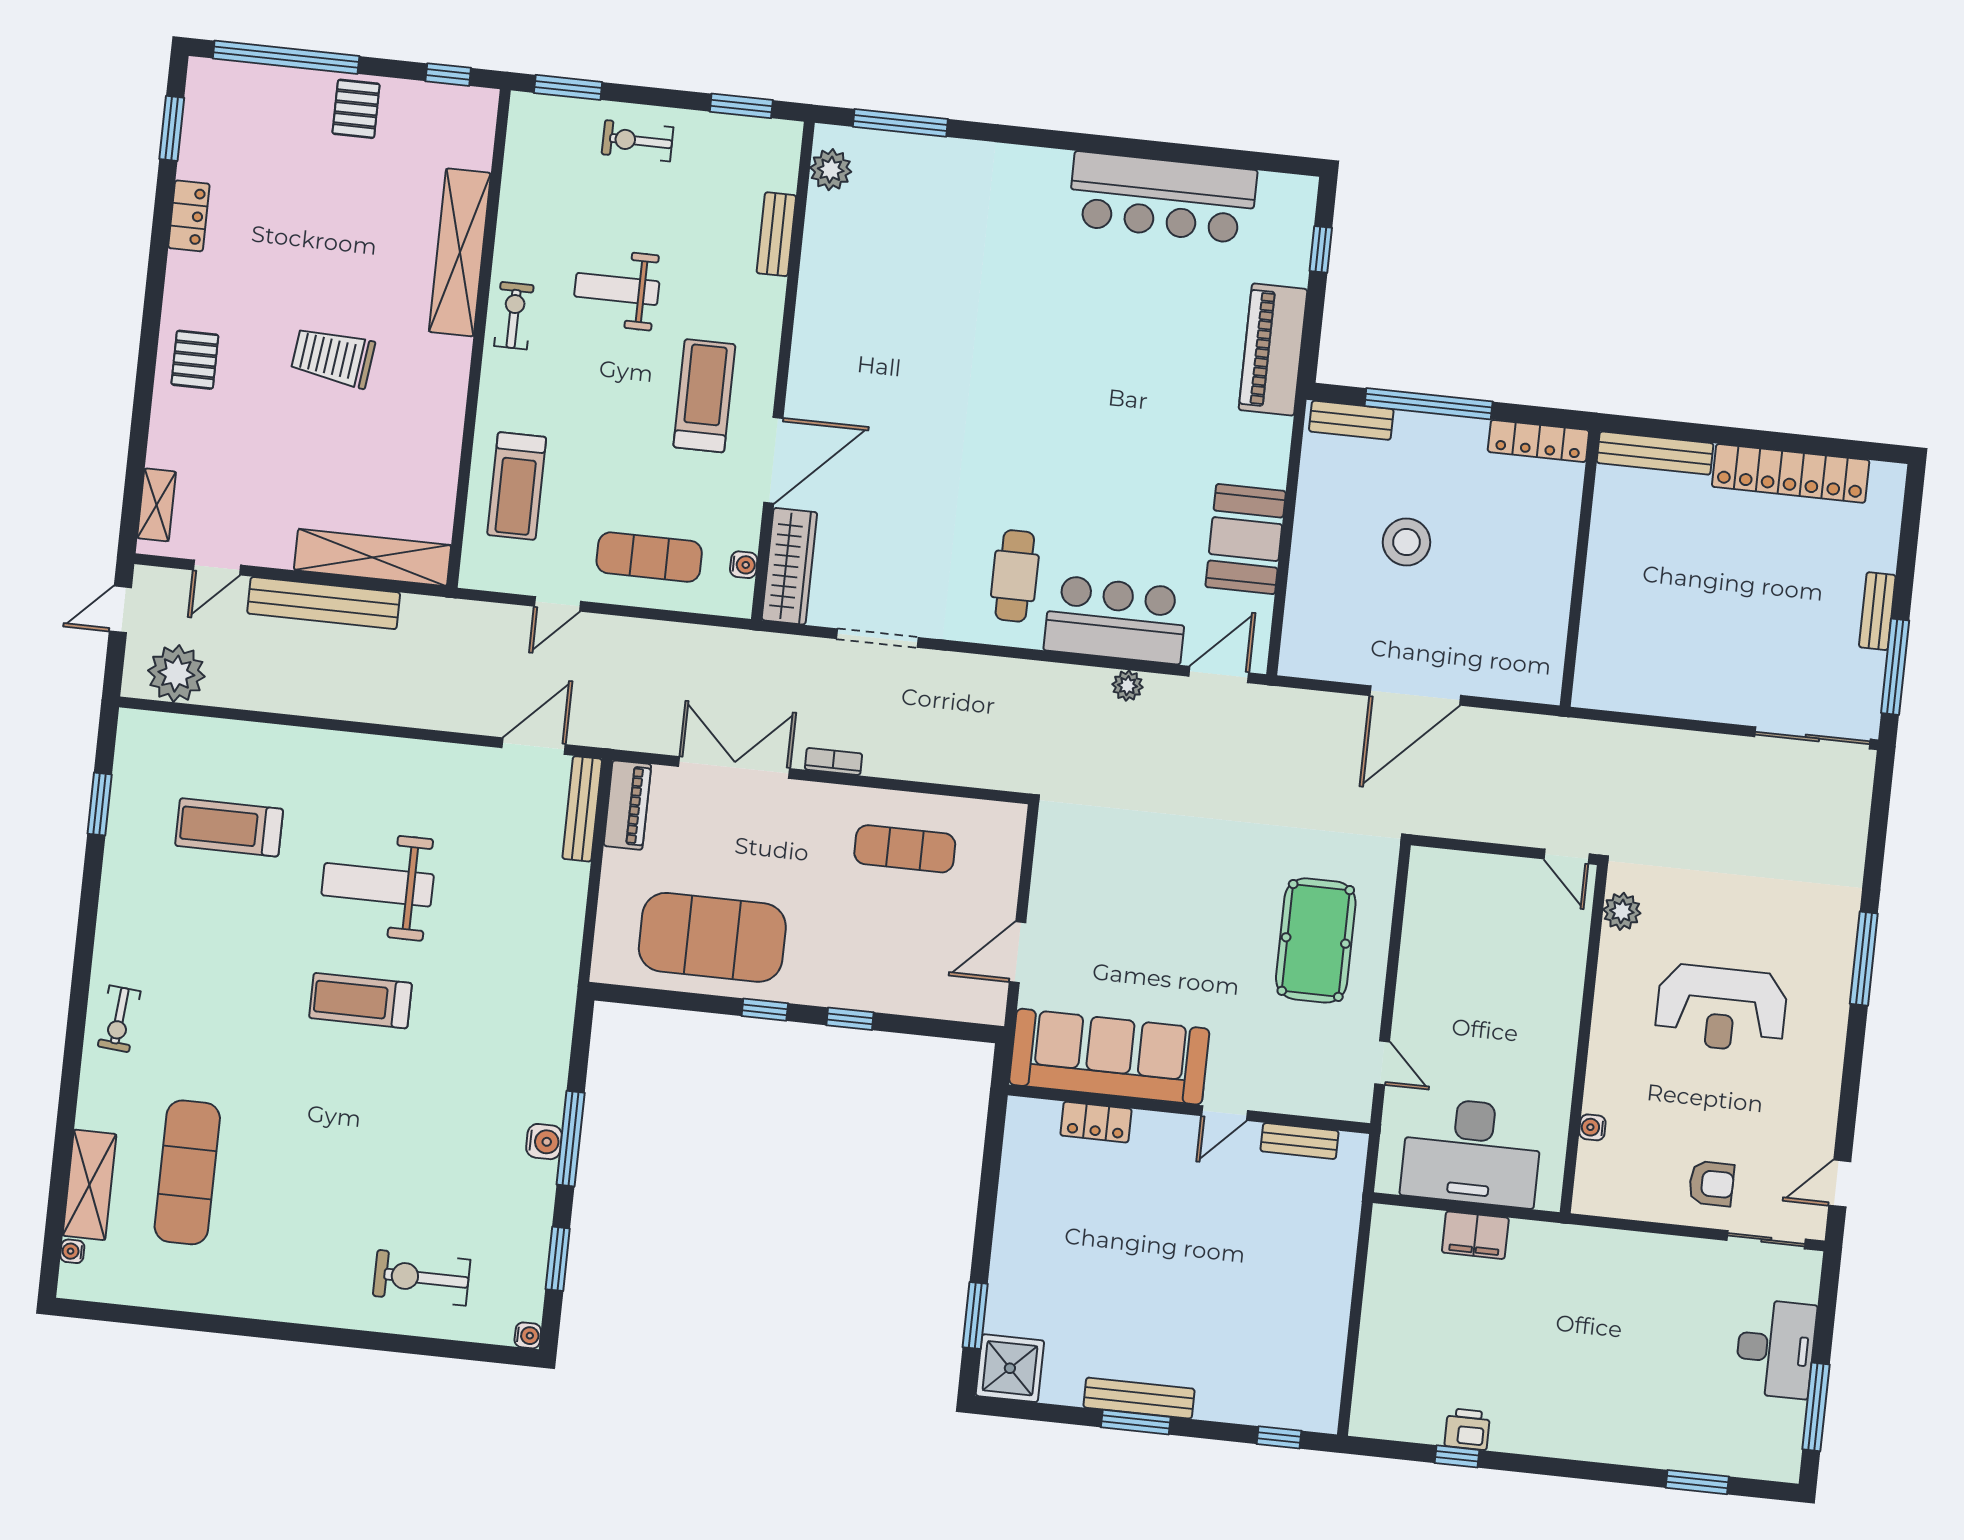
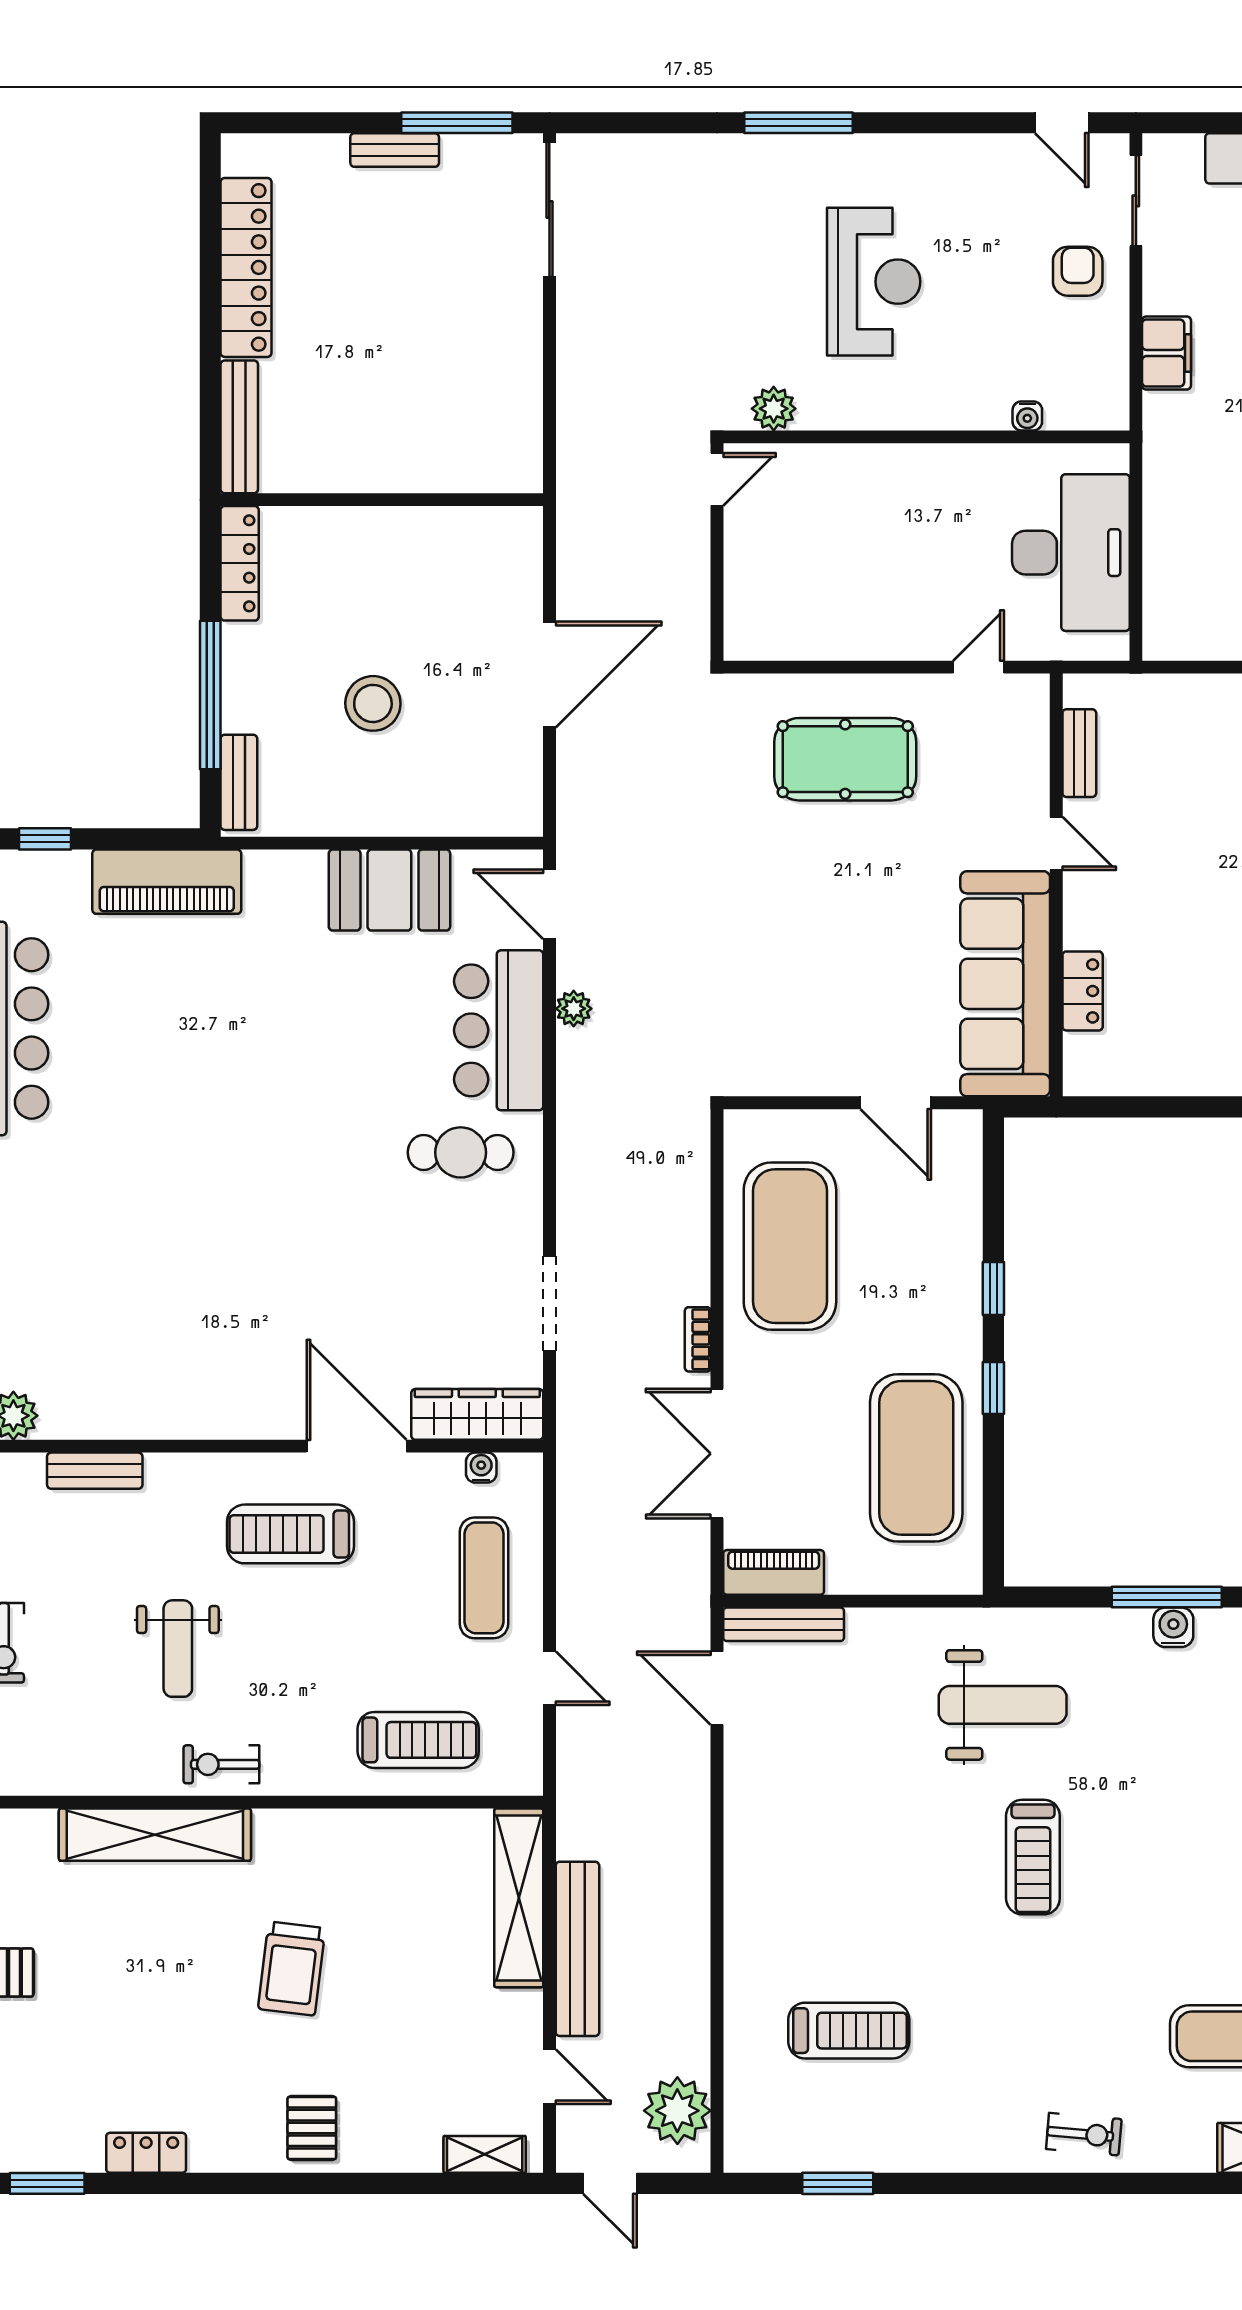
pallet: (195, 360) -> (312, 2128), turned 90
door: (1415, 695) -> (549, 674), hinge flipped
treadmill: (229, 827) -> (849, 2031), turned -90
exercise mat: (905, 849) -> (790, 1246), width x2.00, depth x1.45
weight bench: (378, 885) -> (1003, 1705), moved, turned -90
filing cabinet: (1475, 1235) -> (1167, 353), moved

